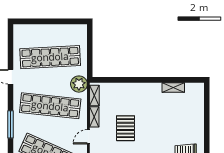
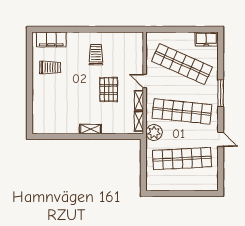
shelving: (173, 87) -> (90, 129), moved
door: (88, 137) -> (145, 81), swing flipped

